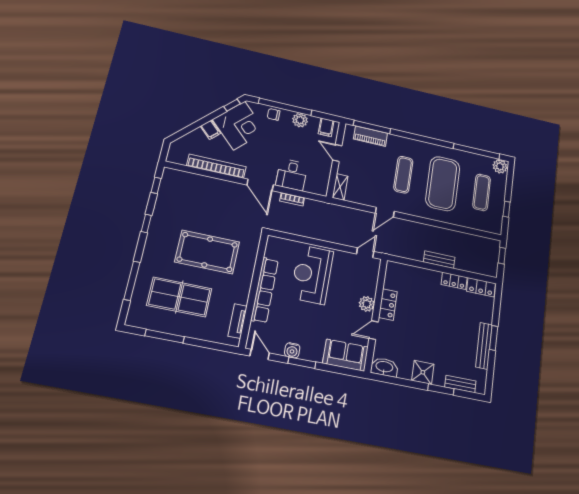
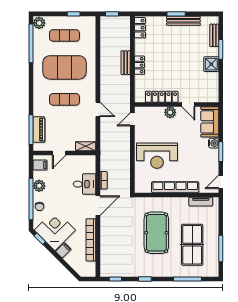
door: (365, 253) -> (132, 119), hinge flipped
locker: (454, 281) -> (139, 65), moved
locker: (388, 305) -> (162, 97), width x1.53
water cooler: (292, 350) -> (214, 143), moved
washbasin: (384, 367) -> (213, 93), removed

